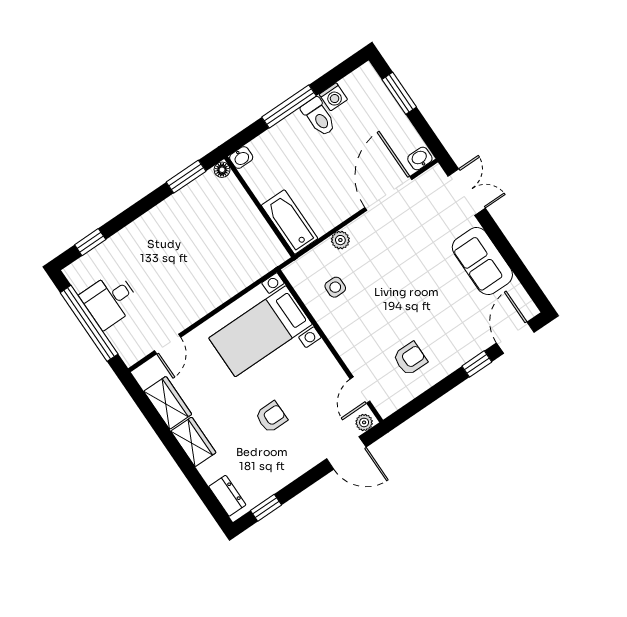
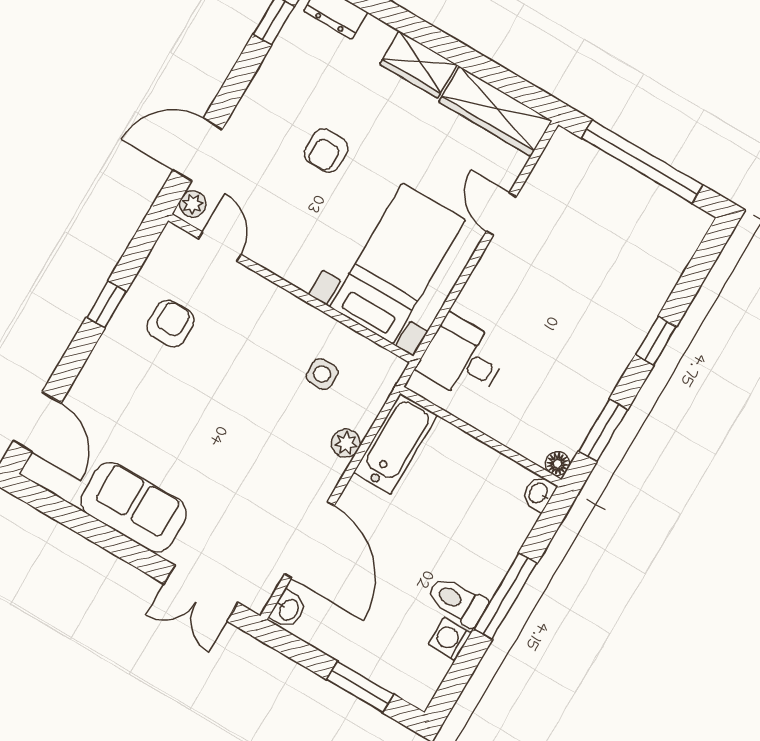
bathtub: (290, 222) -> (395, 444), moved, turned -90
window: (90, 242) -> (656, 341), moved
desk: (110, 300) -> (463, 359), moved, turned -90
door: (168, 344) -> (501, 214), moved
armchair: (410, 359) -> (171, 323), turned 180
window: (477, 364) -> (106, 305), moved
wardrobe: (168, 403) -> (495, 111), width x1.50

